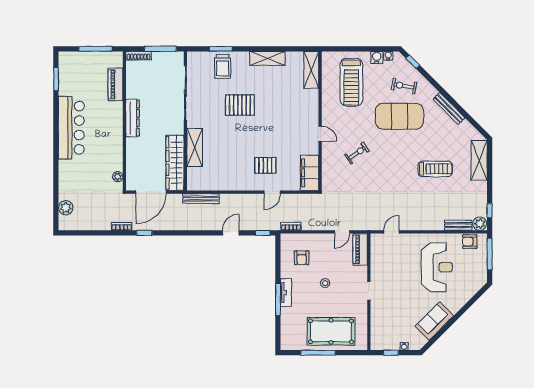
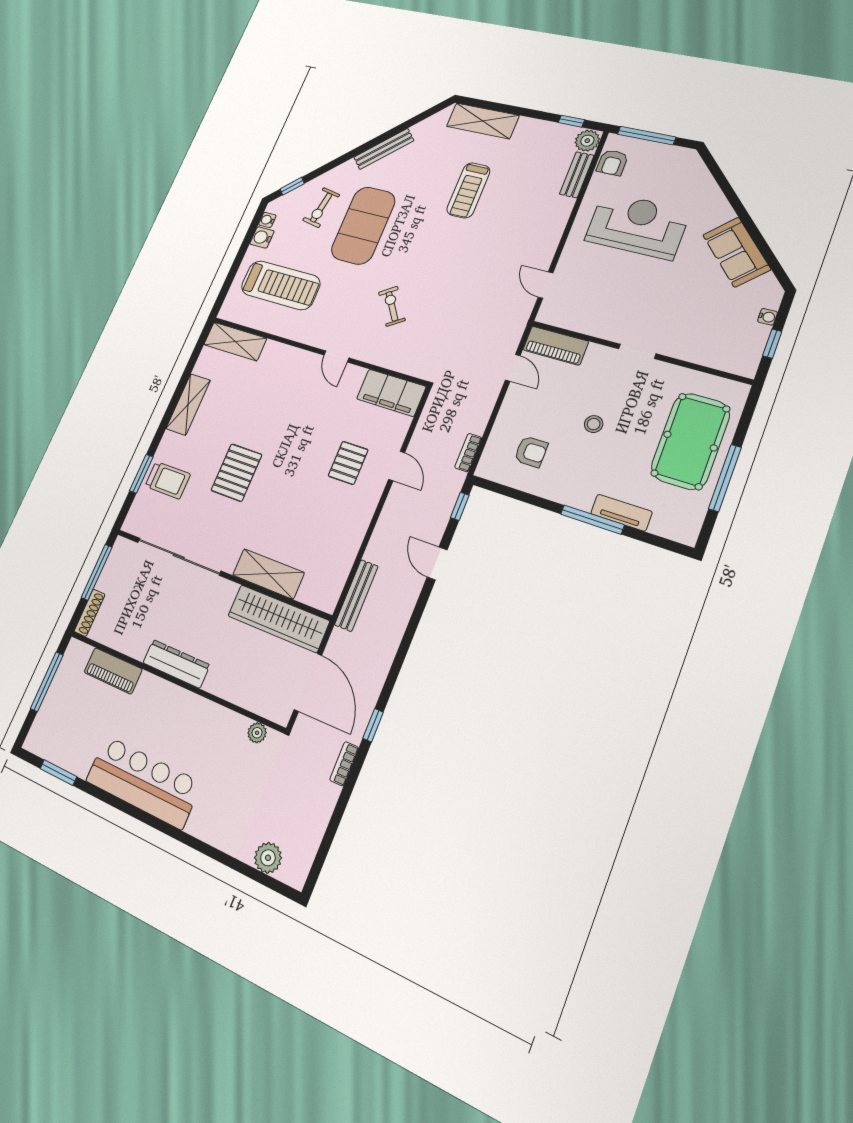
door: (320, 134) -> (336, 356), swing flipped
treadmill: (435, 169) -> (468, 190), turned 180
tv unit: (286, 293) -> (621, 513), moved

